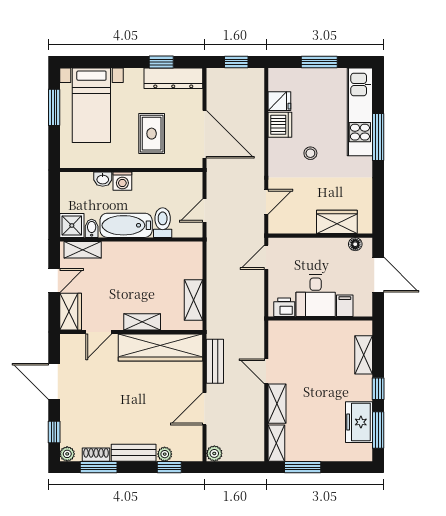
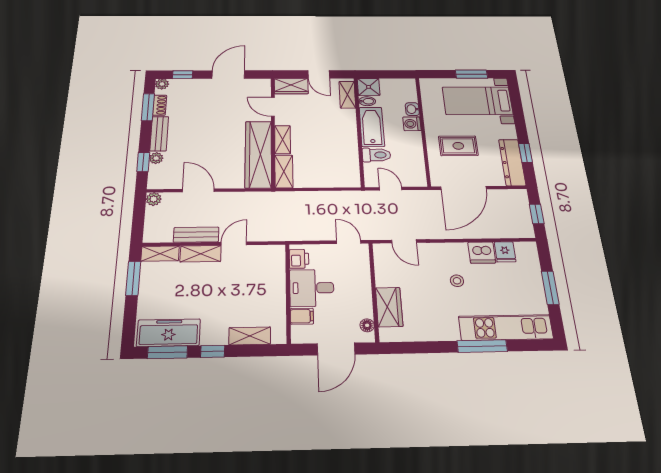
shelving: (193, 300) -> (284, 171), moved, turned 90
bench: (215, 361) -> (196, 235), moved
freezer: (359, 422) -> (169, 333), width x1.40

